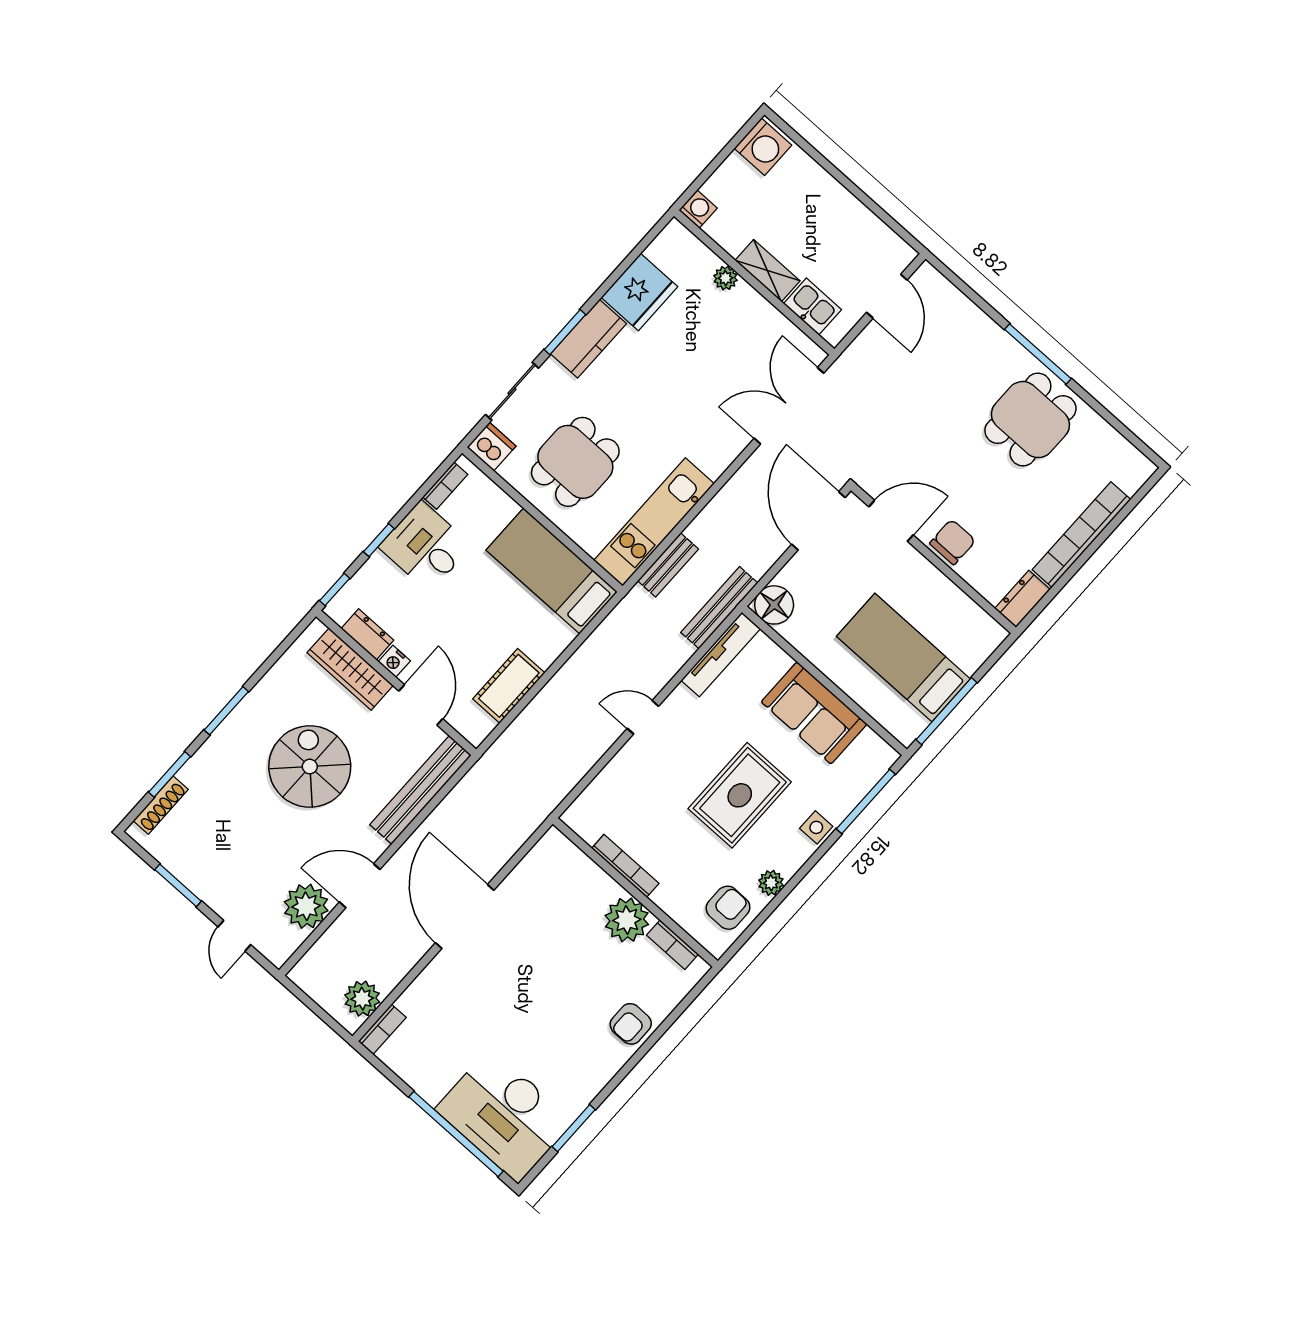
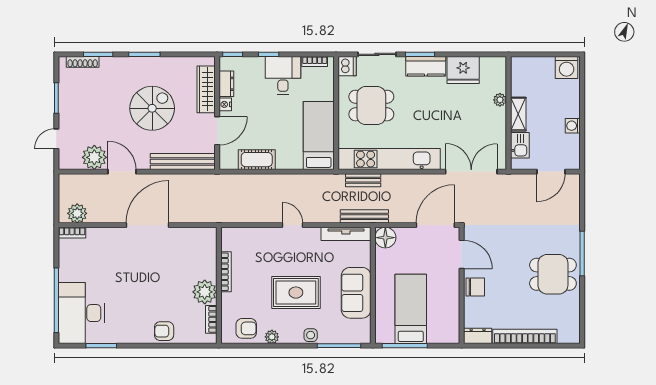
washing machine: (698, 209) -> (573, 126), moved, turned 180
kitchen unit: (654, 522) -> (389, 159), width x1.36

